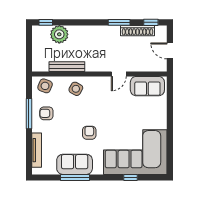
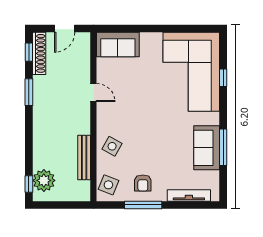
shoe rack: (138, 31) -> (39, 53), moved
plant: (59, 34) -> (44, 180), moved
sofa: (147, 86) -> (118, 44), moved, turned 90
armchair: (89, 133) -> (167, 129), removed

